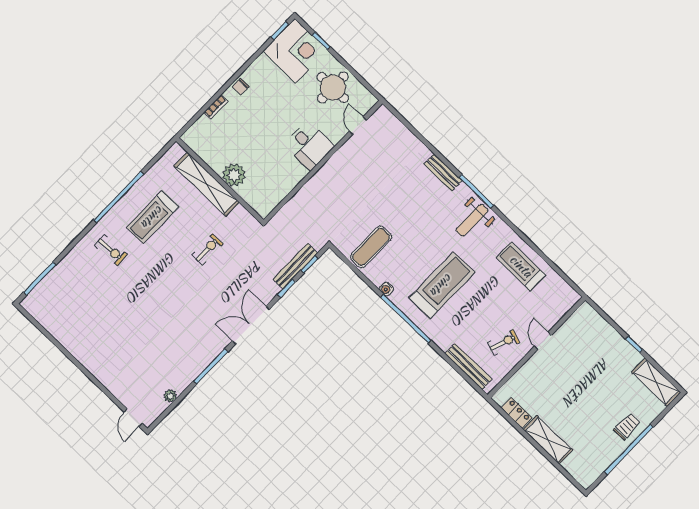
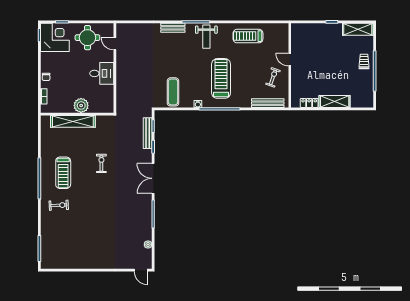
plant: (234, 175) -> (81, 105), moved
wall: (220, 180) -> (77, 114), moved
shelving: (207, 184) -> (73, 121), moved

